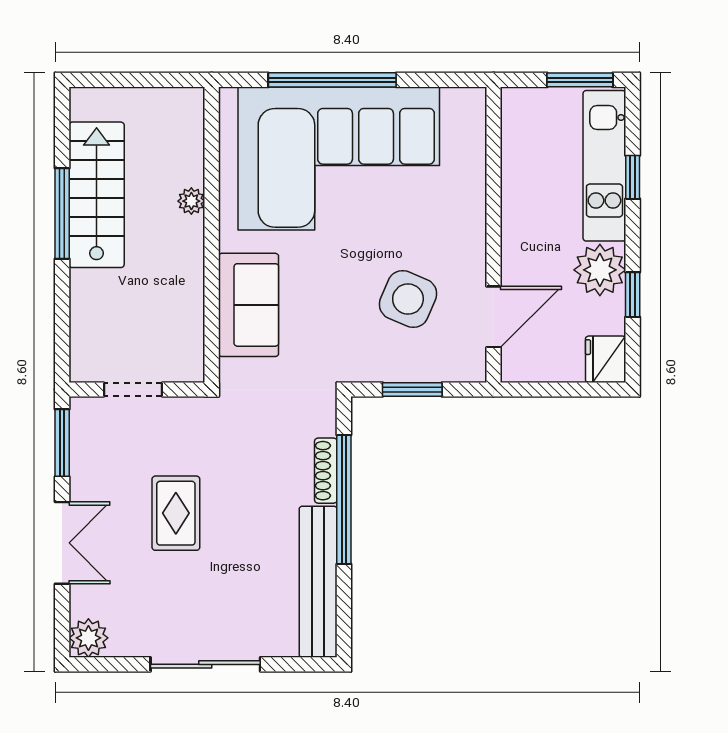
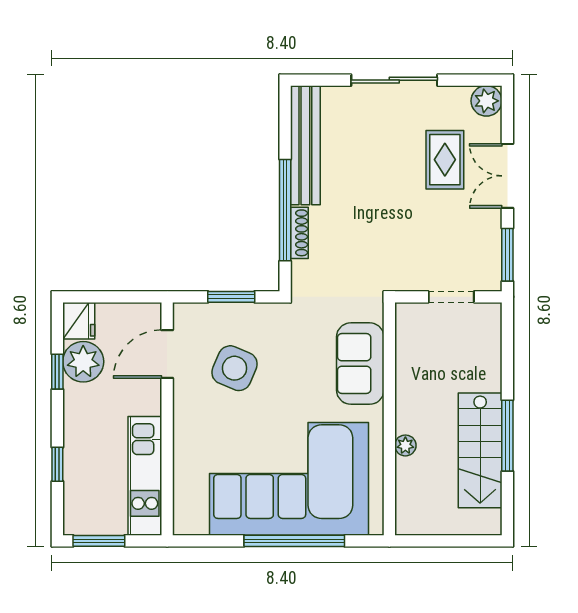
kitchen unit: (604, 166) -> (145, 476), moved, turned 180
plant: (600, 270) -> (83, 362), moved
rug: (176, 513) -> (445, 160), moved

